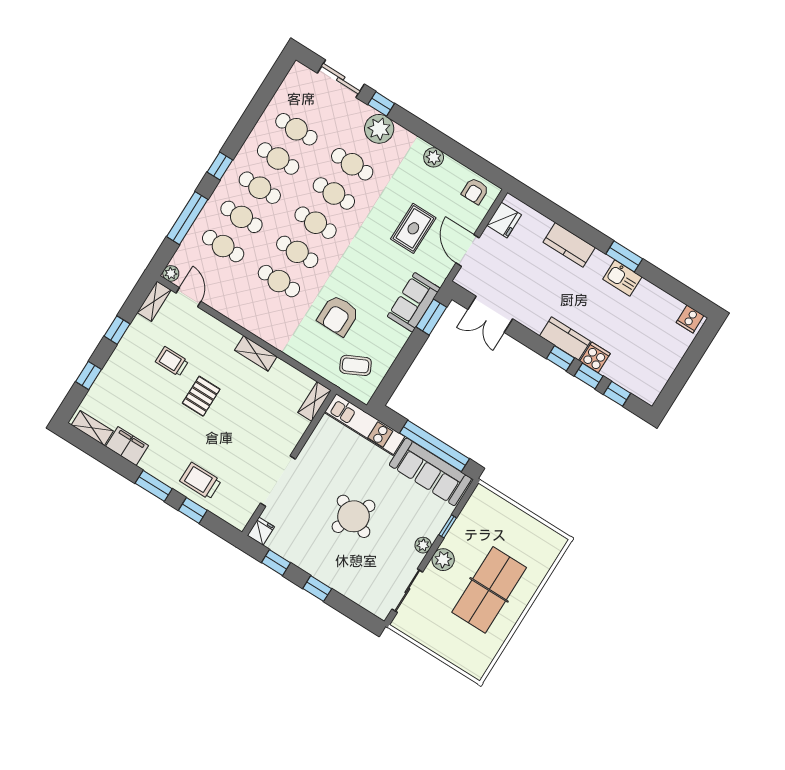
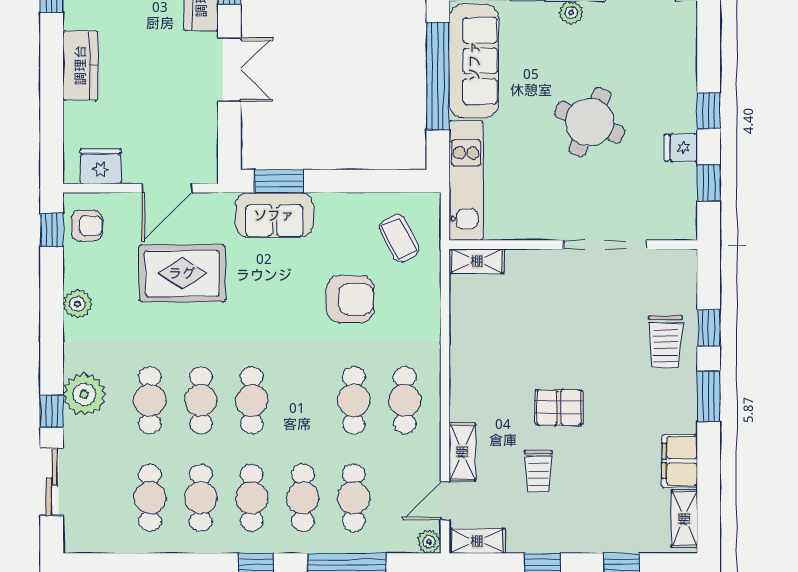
window: (485, 169) -> (52, 230), added
rug: (413, 228) -> (182, 273), width x1.36, depth x1.43
cafe table: (297, 252) -> (405, 400), moved
double door: (490, 314) -> (229, 70), moved
shelving: (256, 353) -> (462, 452), moved
fridge: (261, 531) -> (681, 148), moved

